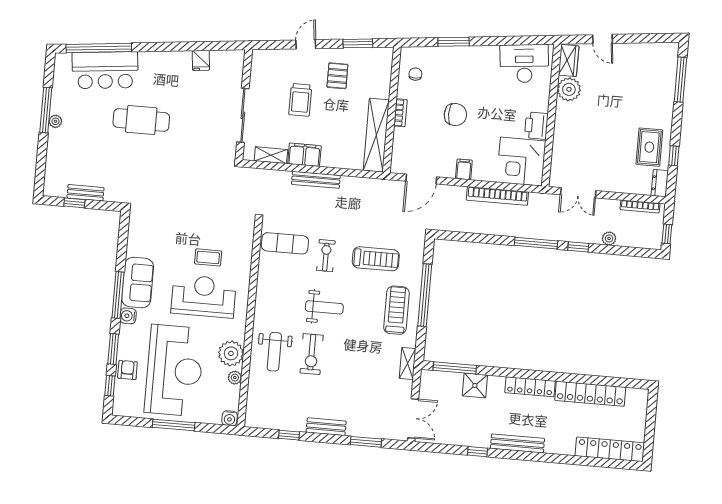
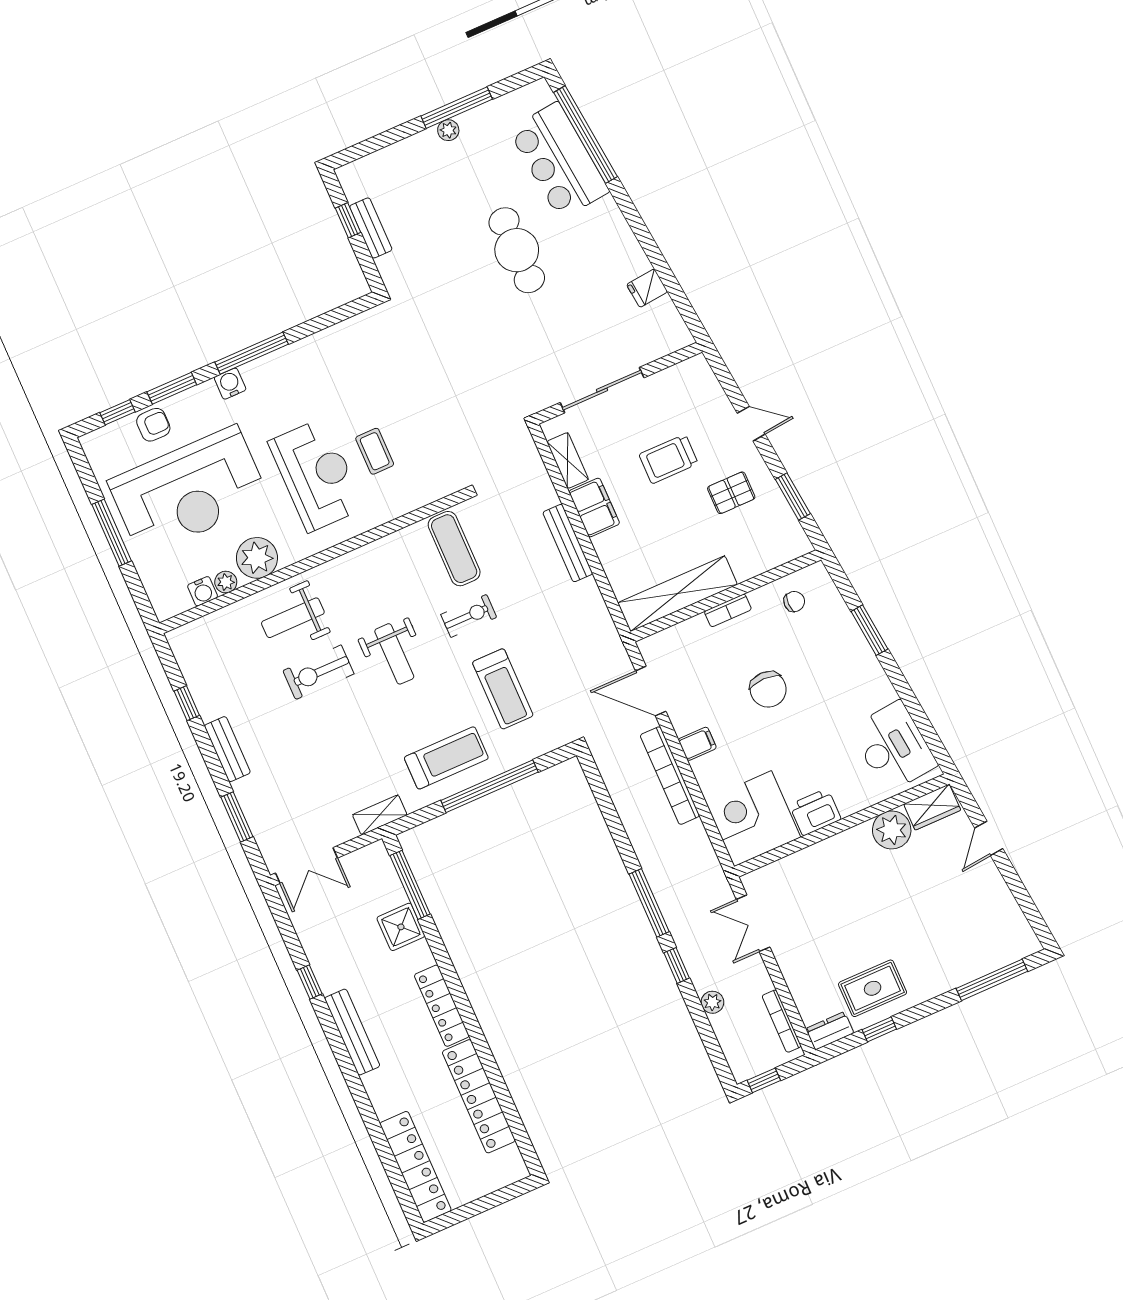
bookcase: (497, 196) -> (670, 776), moved
sofa: (138, 283) -> (285, 371), removed
water cooler: (230, 418) -> (203, 591), moved, turned -90

